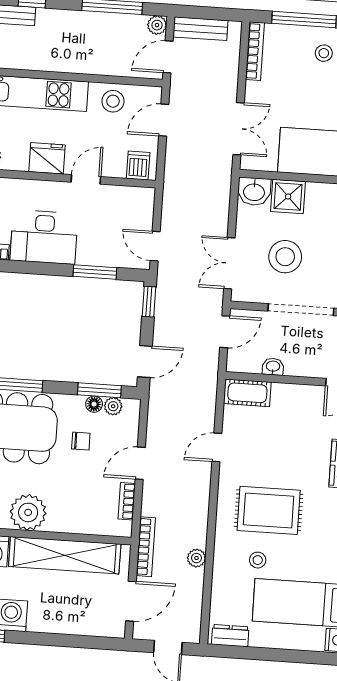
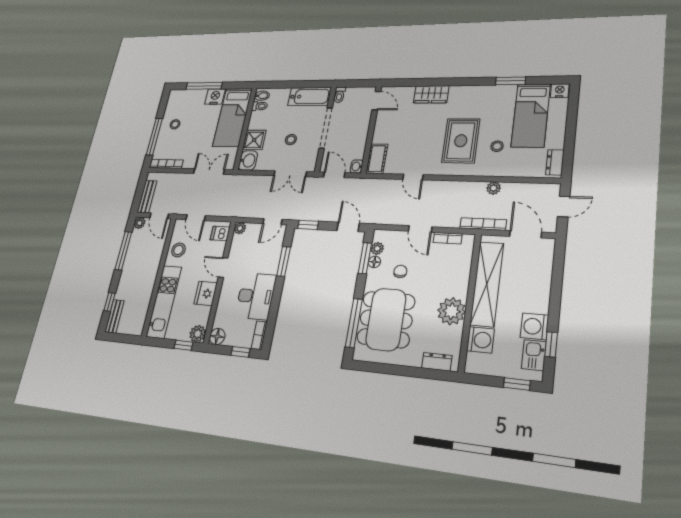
plant: (146, 196) -> (240, 228), added
stool: (285, 257) -> (291, 140), width x0.53, depth x0.53
washbasin: (273, 367) -> (357, 166), moved

